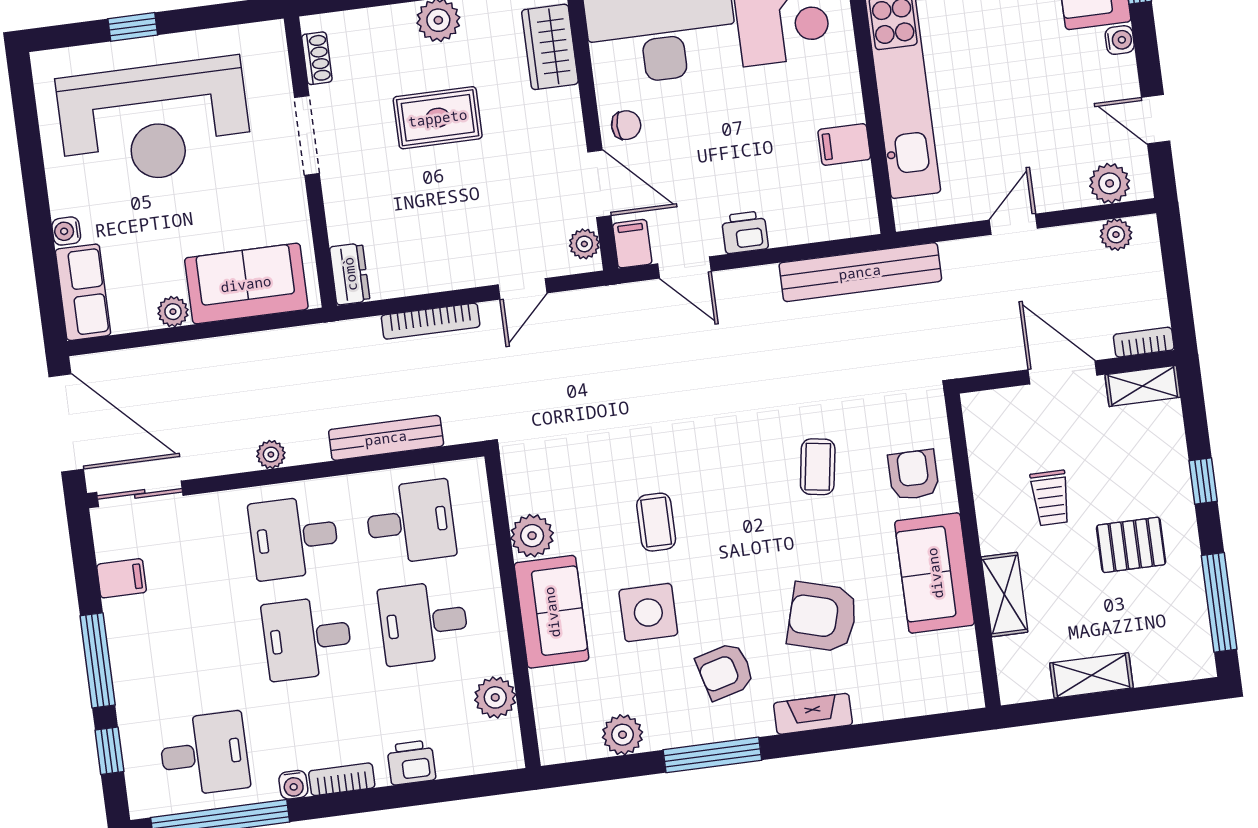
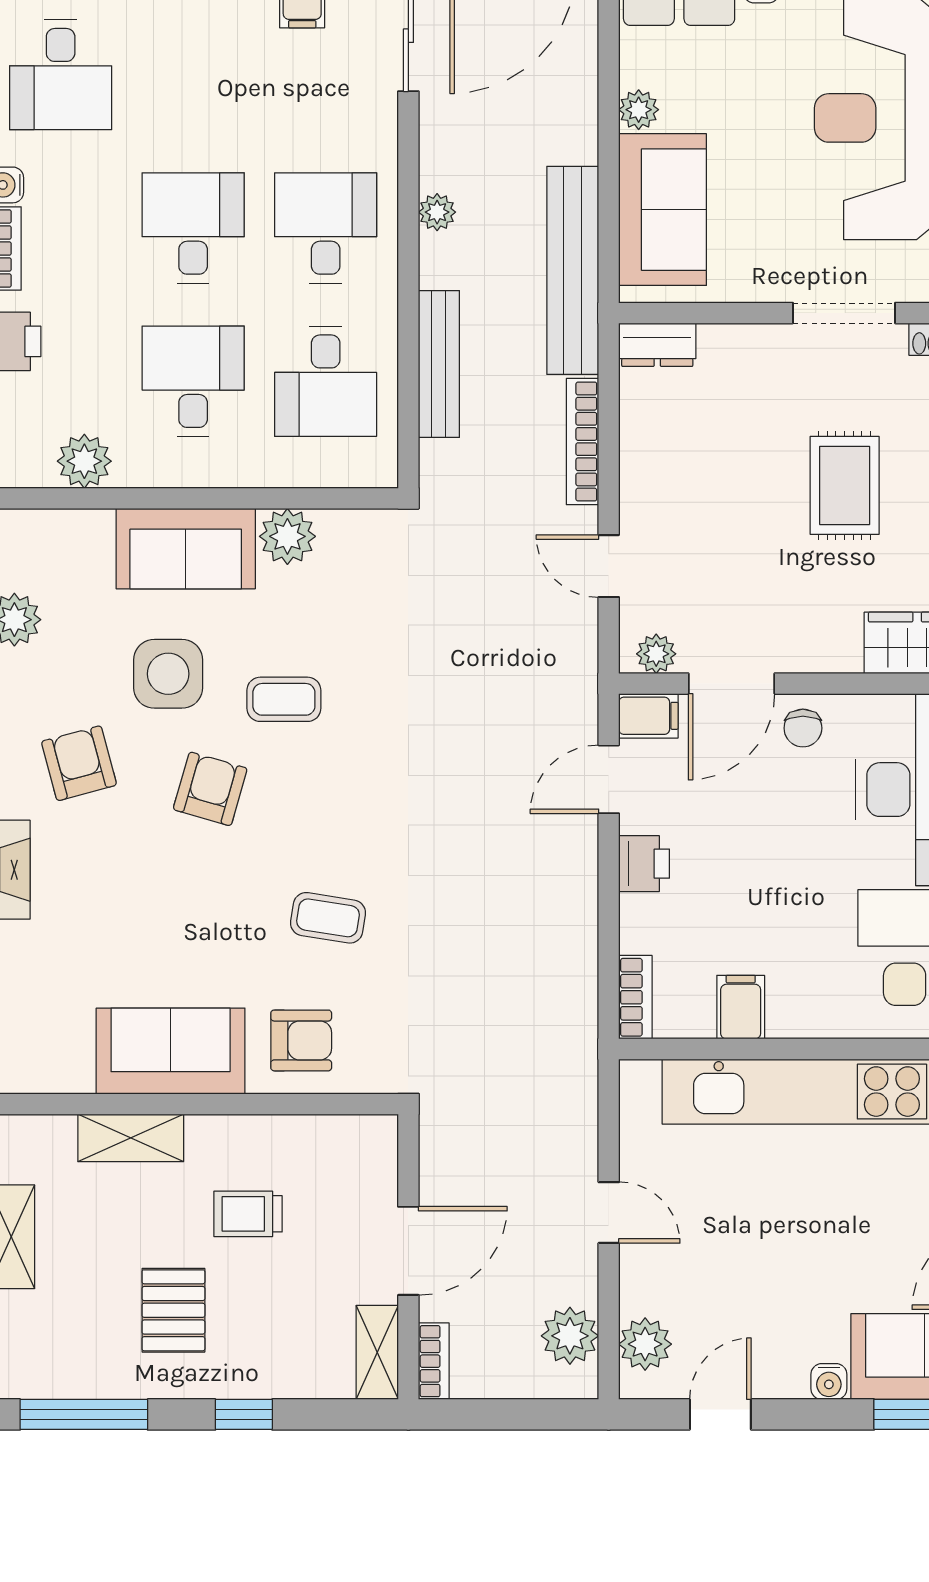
bookcase: (847, 225) -> (635, 997), added
plant: (1116, 235) -> (570, 1336), width x1.38, depth x1.38
bench: (860, 272) -> (573, 270), moved
armchair: (822, 617) -> (210, 789), moved, width x0.72, depth x0.72

